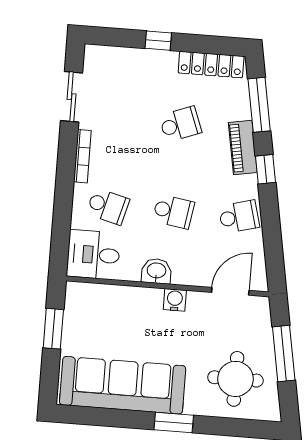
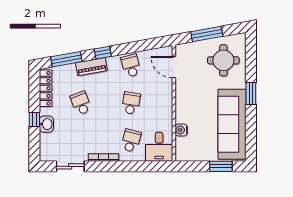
washbasin: (156, 271) -> (46, 124), moved, turned 180
water cooler: (175, 300) -> (181, 130), moved
window: (53, 329) -> (221, 166), moved

